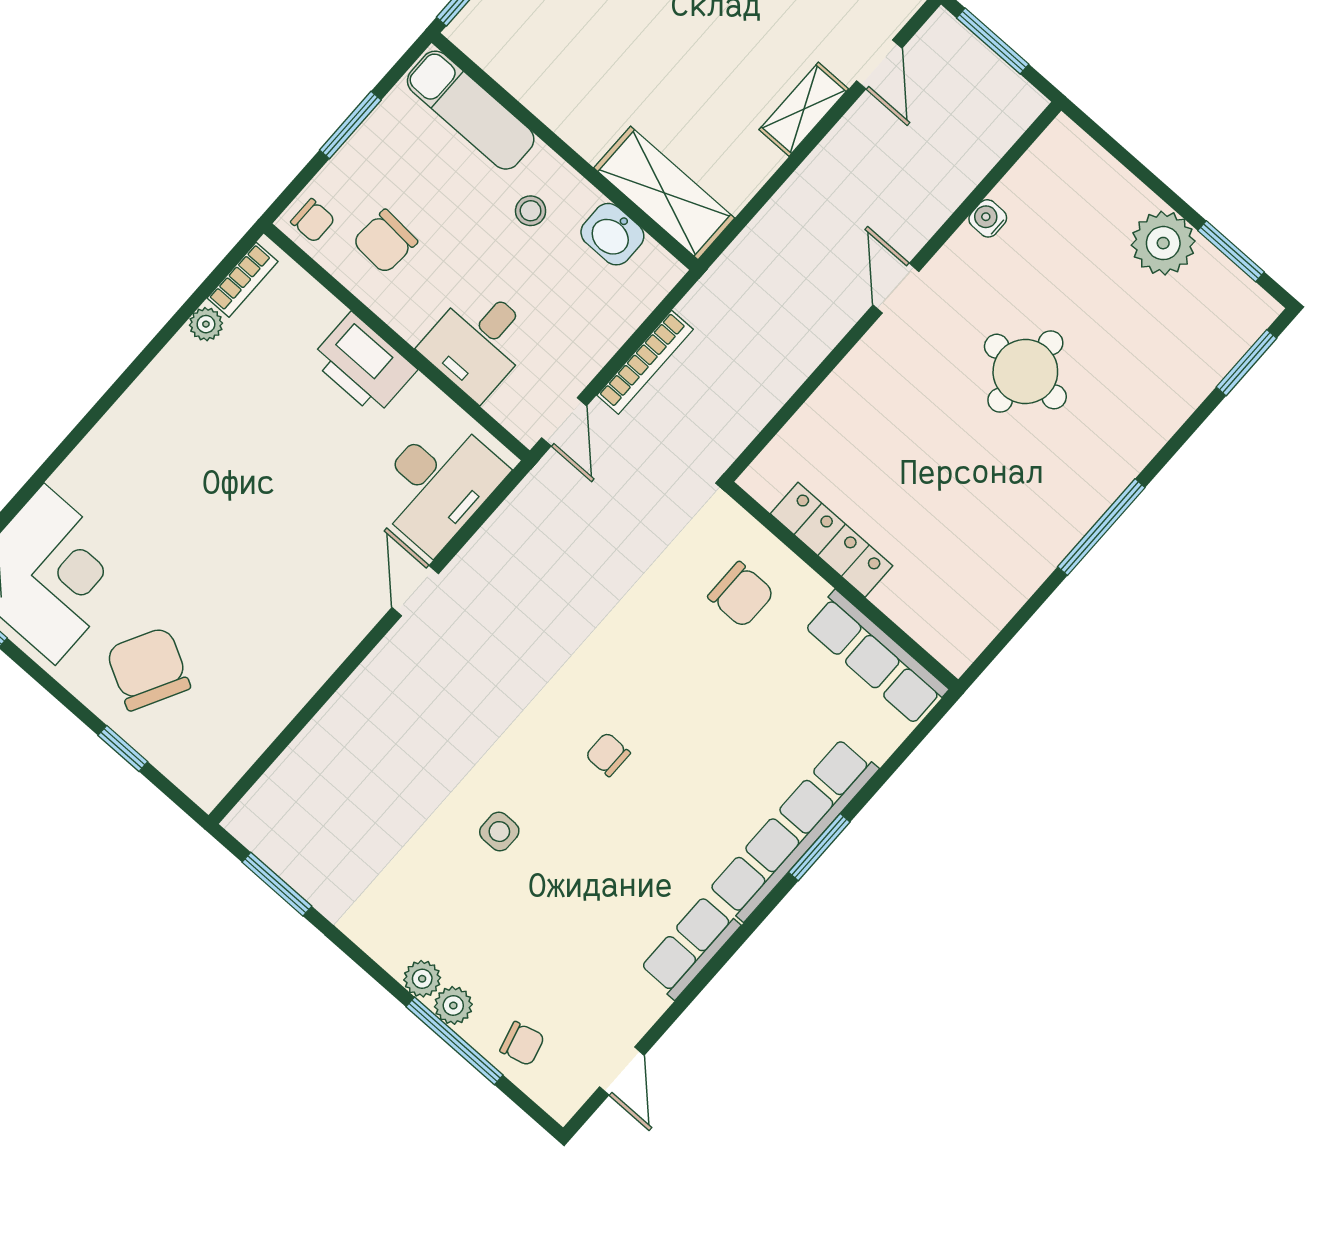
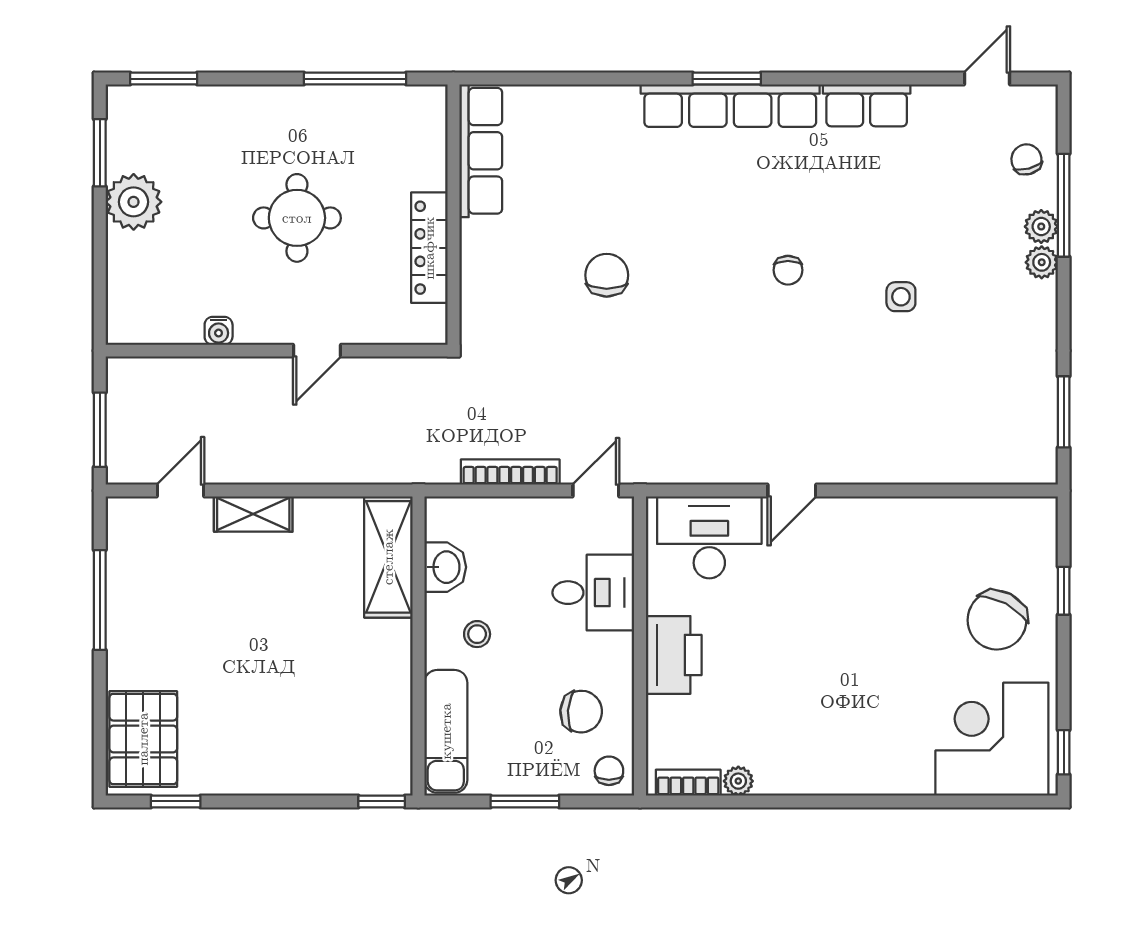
locker: (832, 540) -> (429, 248), moved
wall: (842, 586) -> (453, 215), moved
row of seats: (876, 658) -> (481, 151), moved

